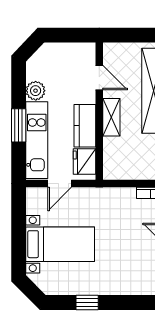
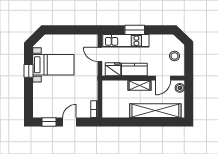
boiler: (115, 50) -> (180, 88), added
stool: (62, 59) -> (174, 56), added
plant: (36, 91) -> (155, 40), removed
bed with nightstands: (60, 244) -> (53, 65), moved, turned -90

